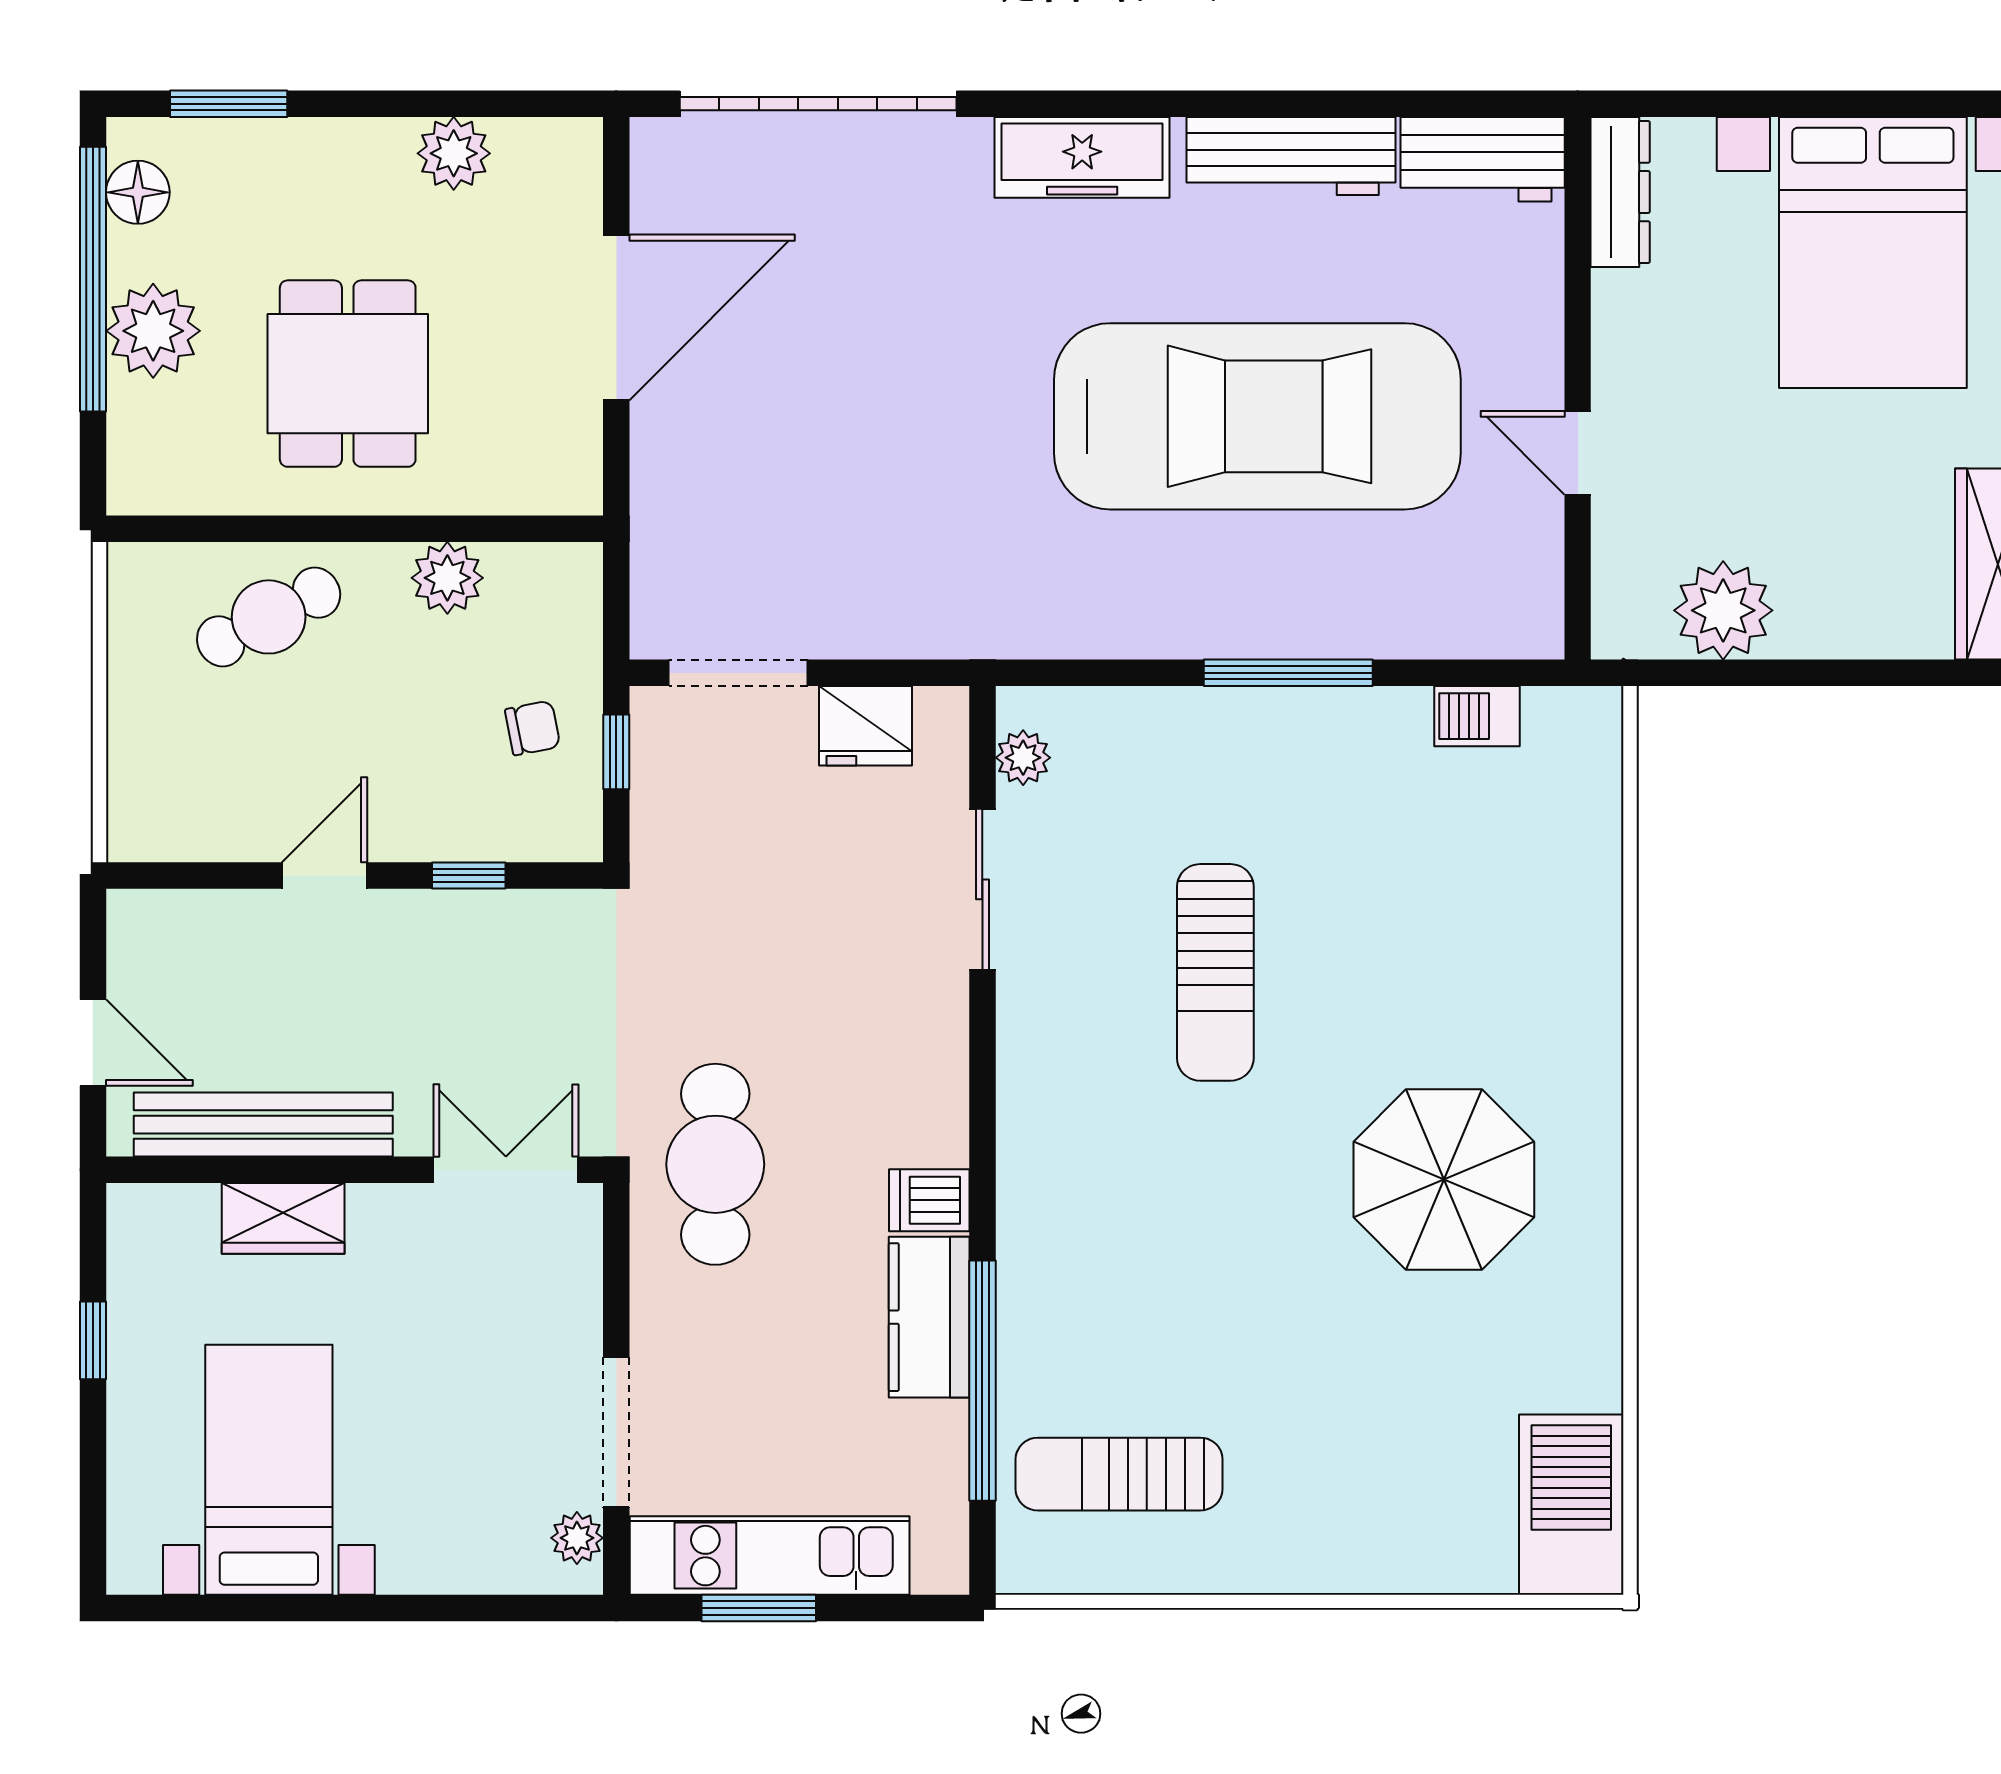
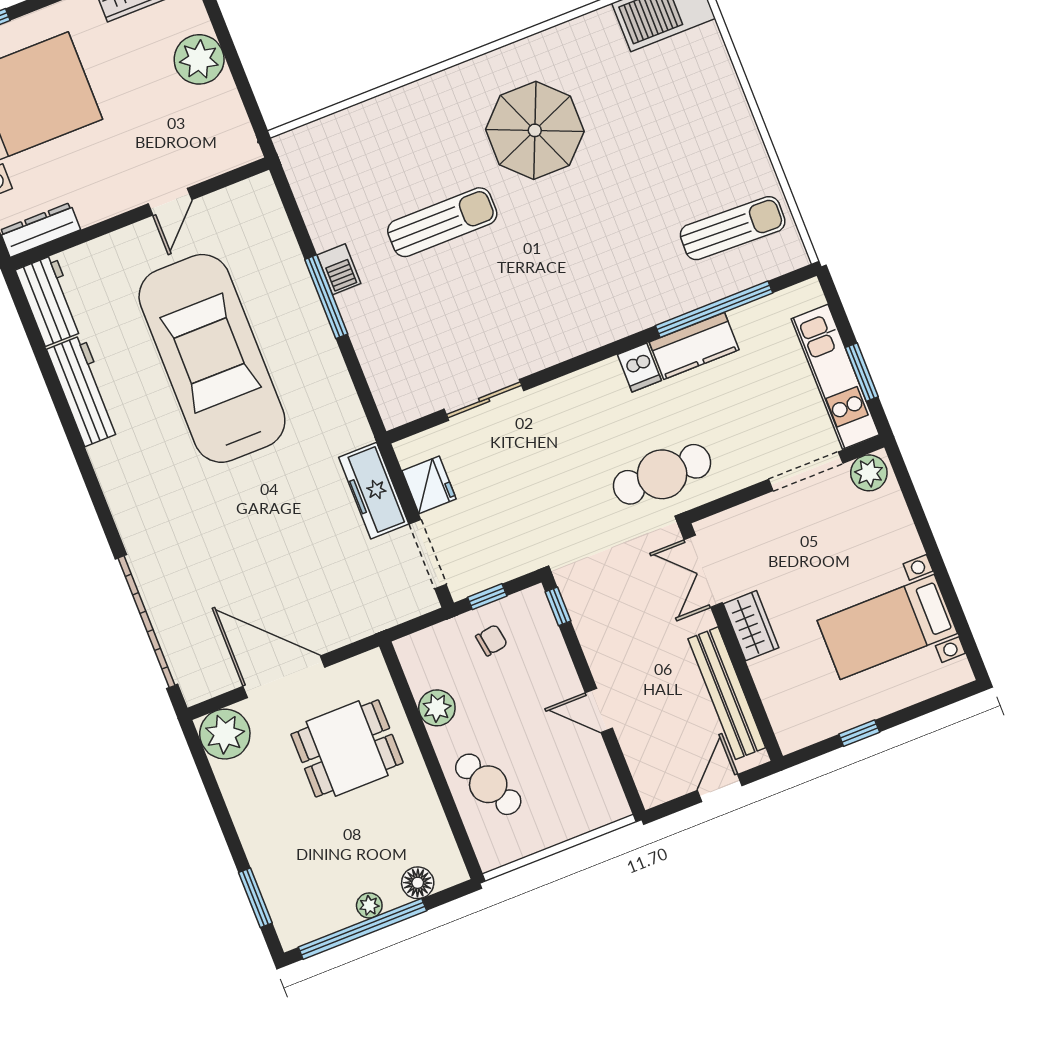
plant: (454, 153) -> (225, 734), moved, width x1.36, depth x1.36
freezer: (1082, 157) -> (374, 491), moved, turned 180
floor lamp: (138, 192) -> (418, 883), moved
plant: (153, 331) -> (369, 905), width x0.53, depth x0.53
dining table: (348, 374) -> (347, 748), moved
plant: (1723, 610) -> (199, 59), moved
barbecue: (1477, 716) -> (339, 269), moved
chair: (533, 728) -> (491, 640), turned 92
plant: (1023, 758) -> (415, 405), removed
window: (469, 875) -> (558, 606), moved
sun lounger: (1215, 972) -> (442, 222), moved
wardrobe: (283, 1218) -> (751, 626), moved
sun lounger: (1119, 1474) -> (733, 228), turned -88
plant: (577, 1538) -> (869, 473), width x1.38, depth x1.38

